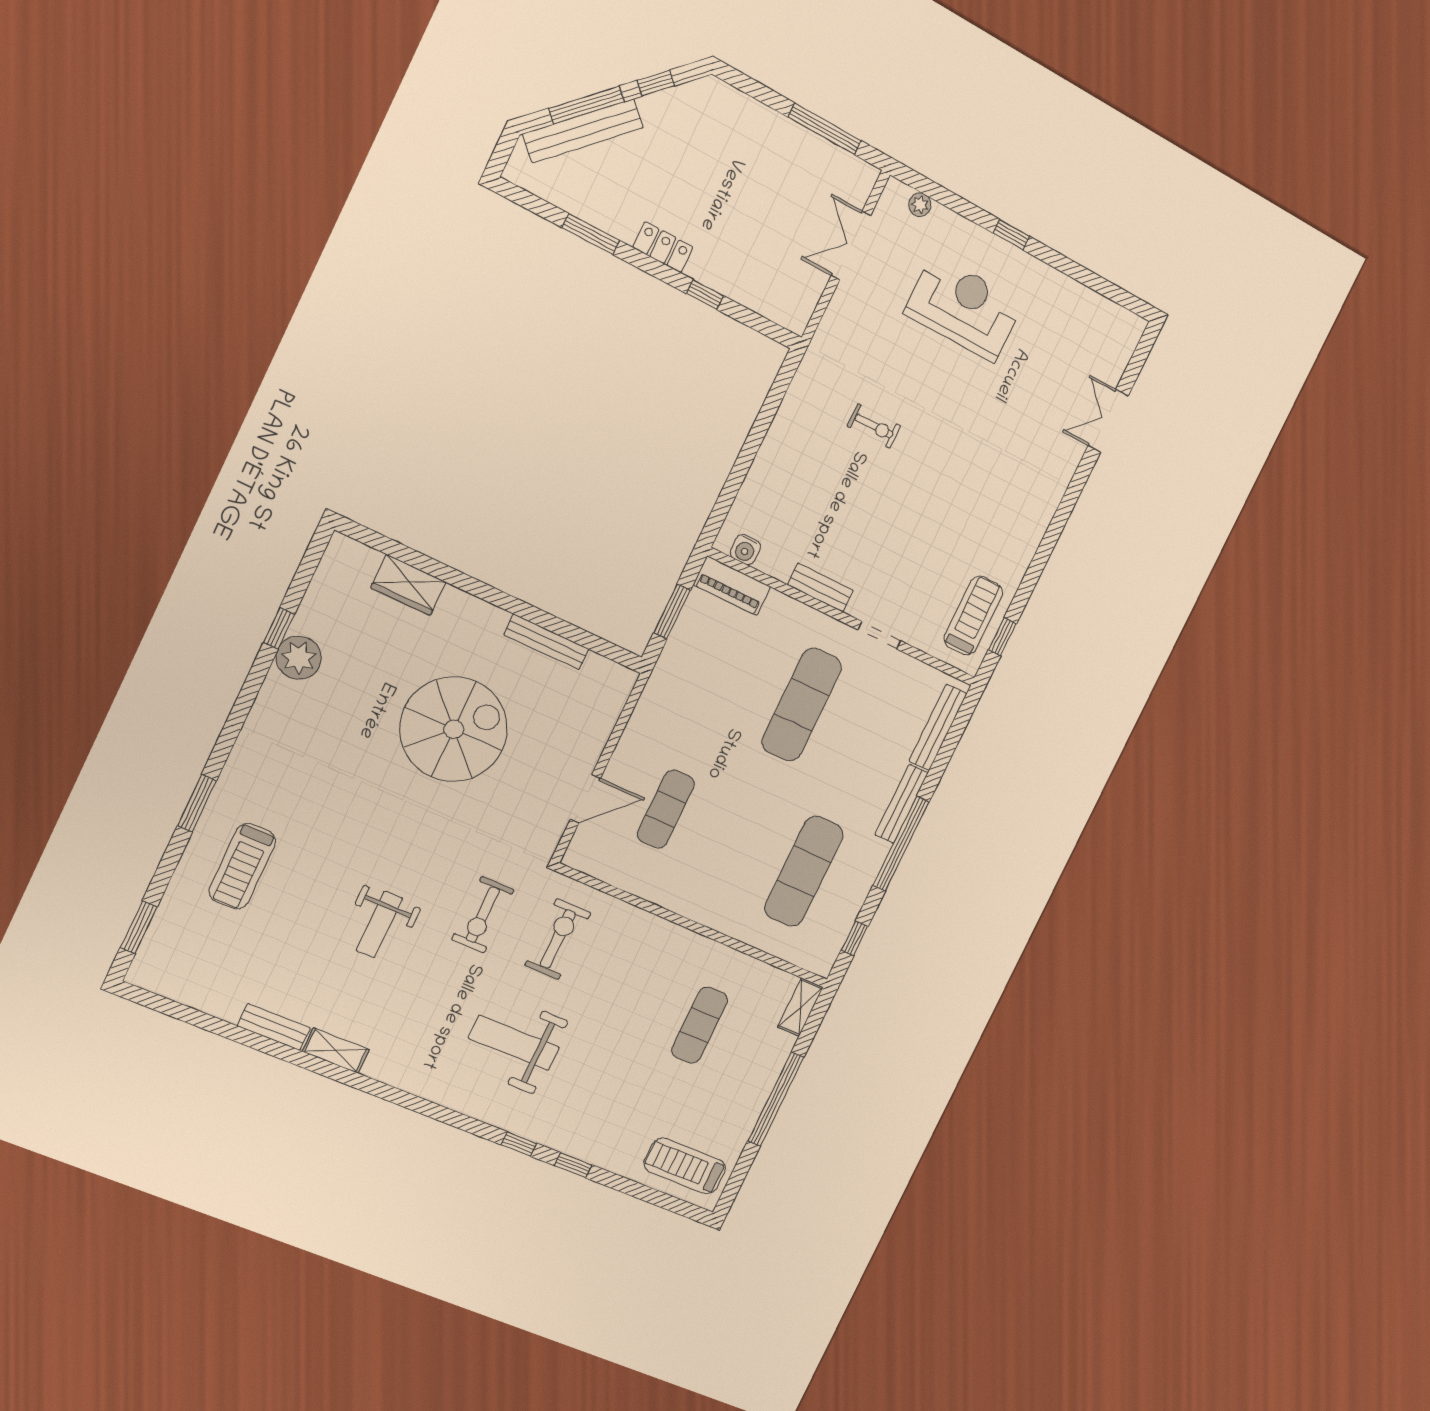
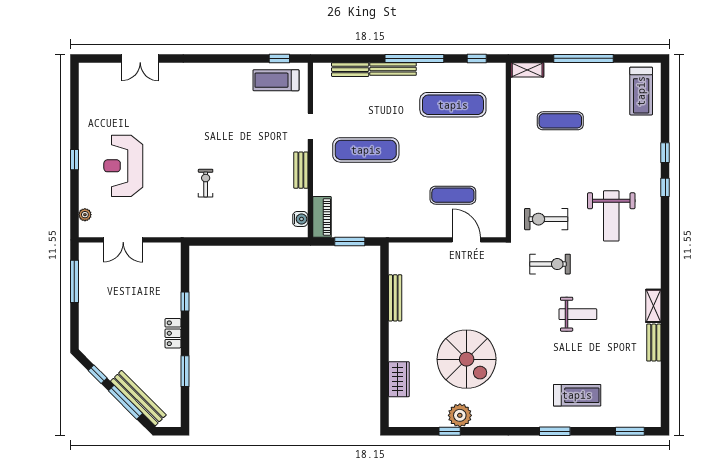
bench: (938, 727) -> (350, 70), width x0.73
spiral stairs: (454, 729) -> (467, 359), moved, turned 180

